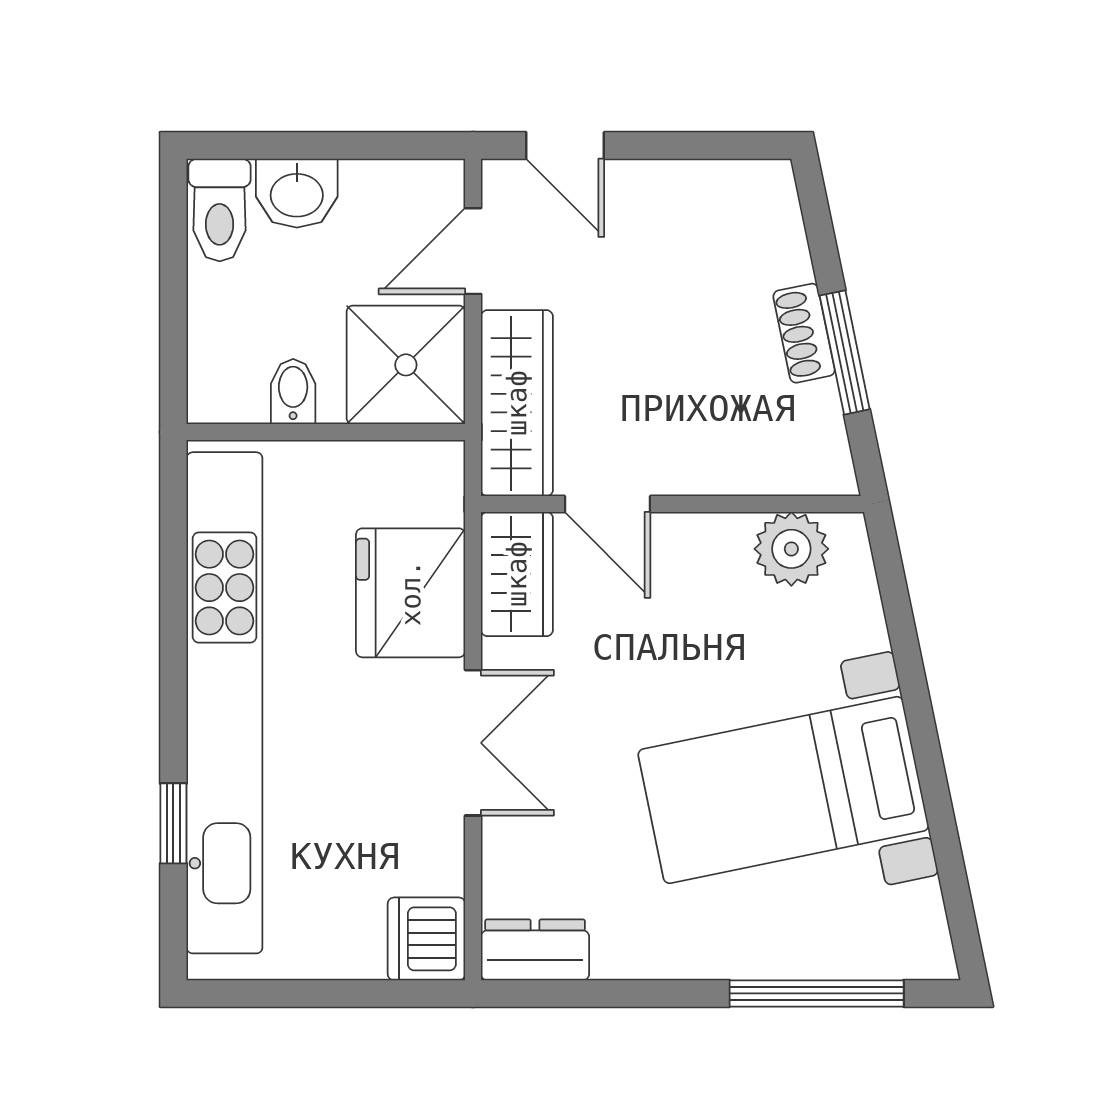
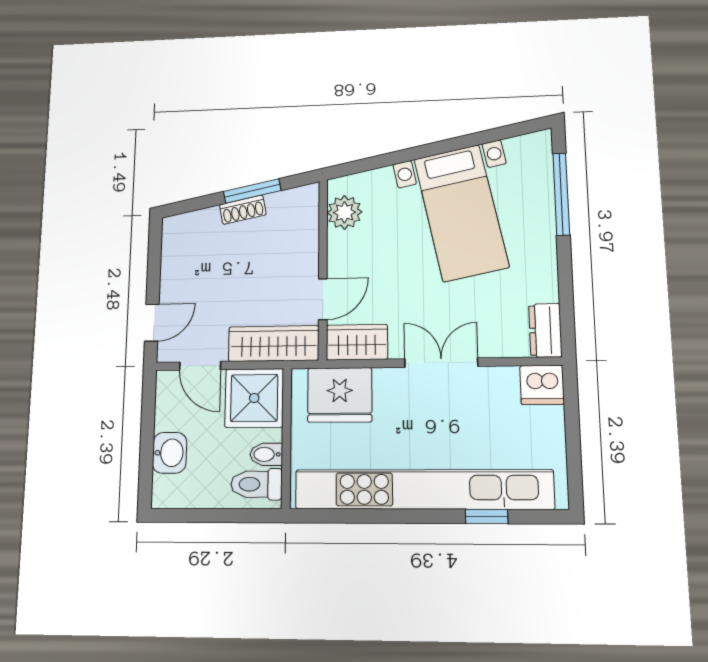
toilet: (220, 210) -> (257, 484), moved, turned 180
fridge: (411, 593) -> (340, 395), moved

